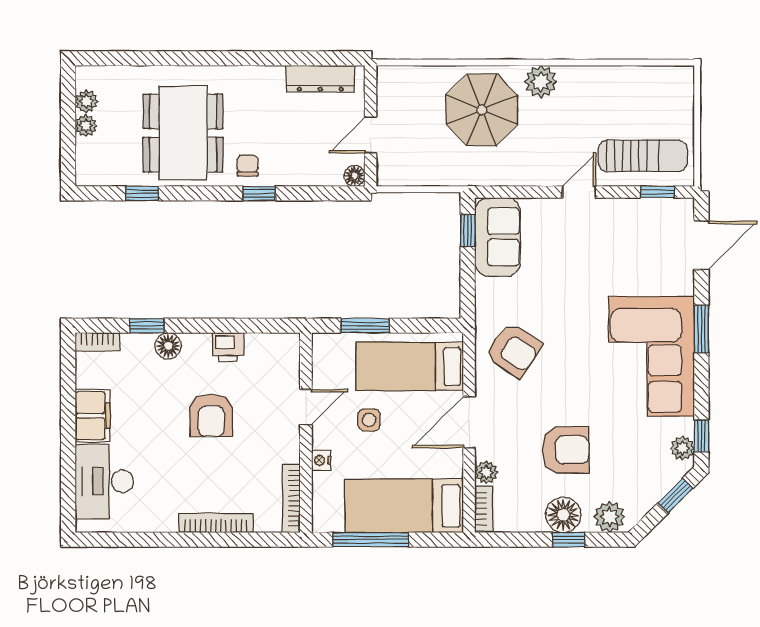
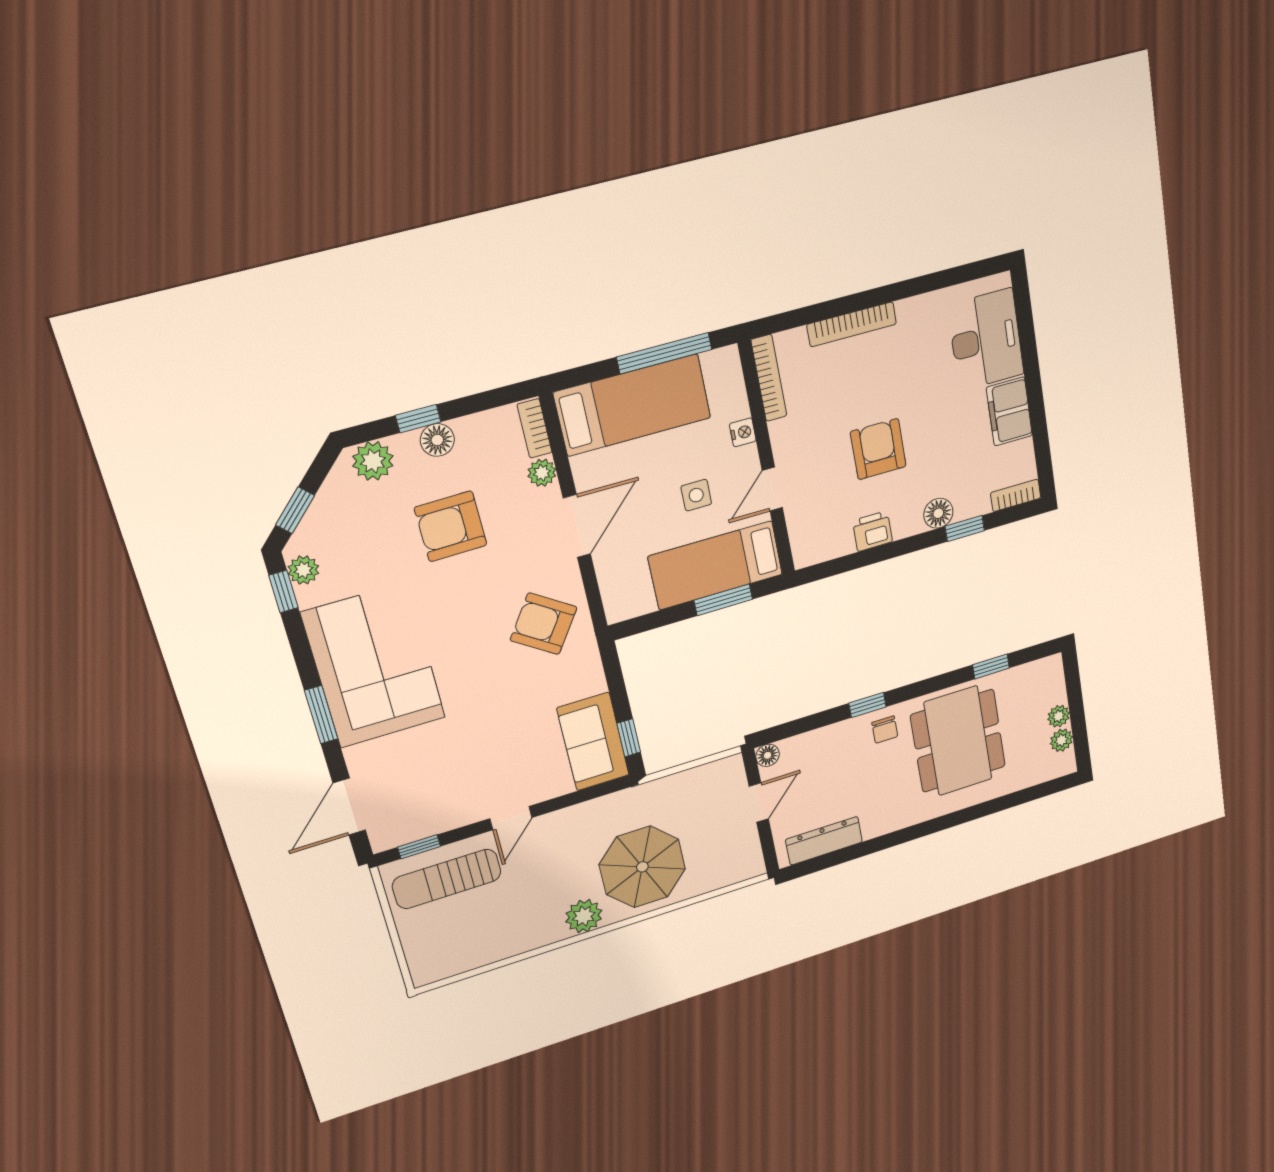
bed: (410, 366) -> (716, 565), moved, turned 180
floor lamp: (563, 515) -> (437, 440), width x0.73, depth x0.73

